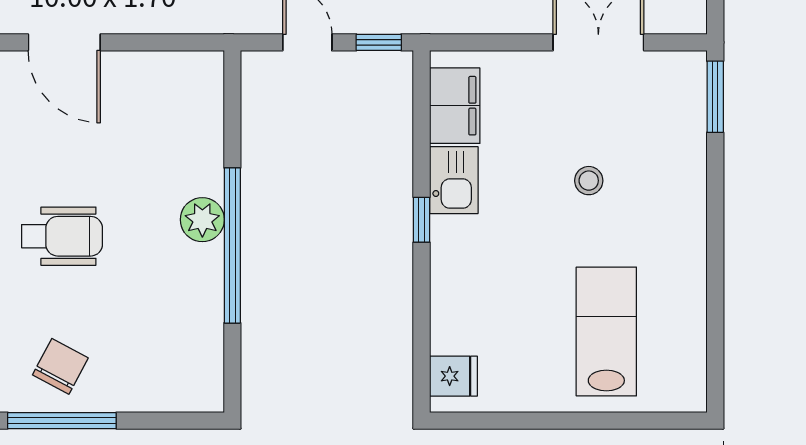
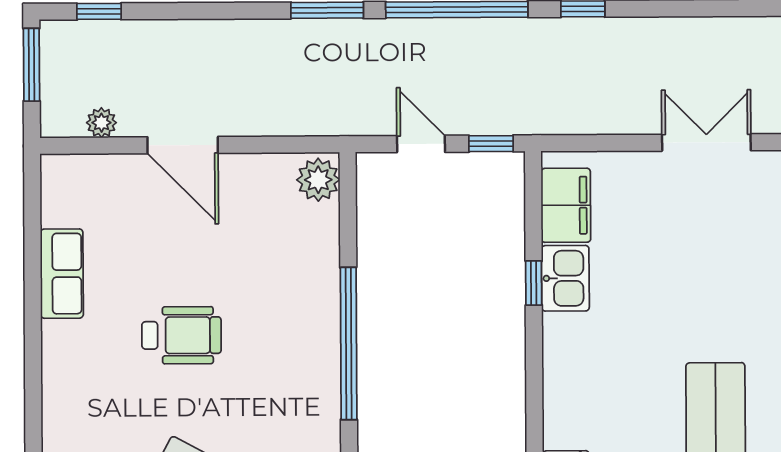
stool: (589, 181) -> (698, 278), removed
plant: (202, 220) -> (318, 180), moved
window: (422, 220) -> (534, 283), moved

